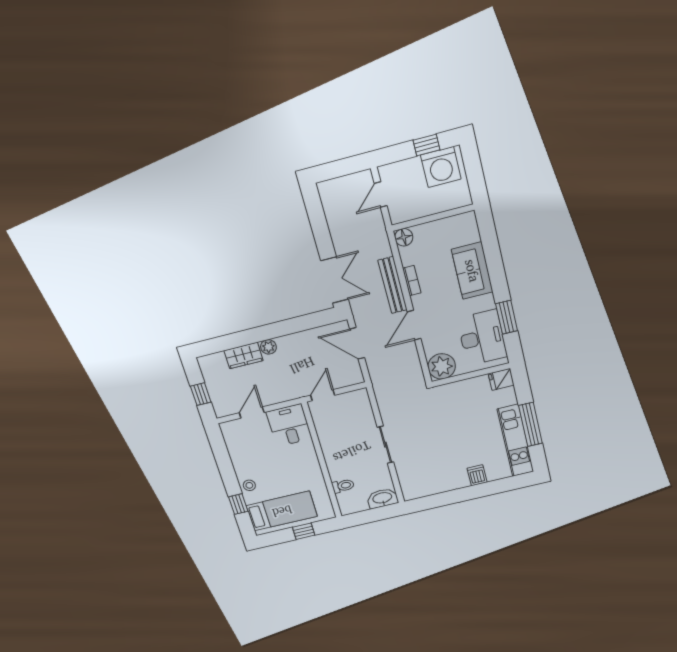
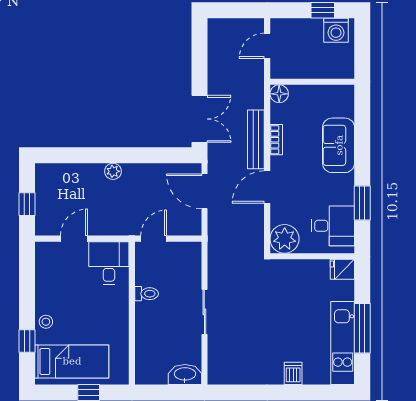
washing machine: (441, 167) -> (336, 30), width x0.73, depth x0.73
desk: (482, 338) -> (333, 226), width x0.73
wardrobe: (244, 356) -> (85, 174), removed
toilet: (343, 486) -> (147, 294), moved

